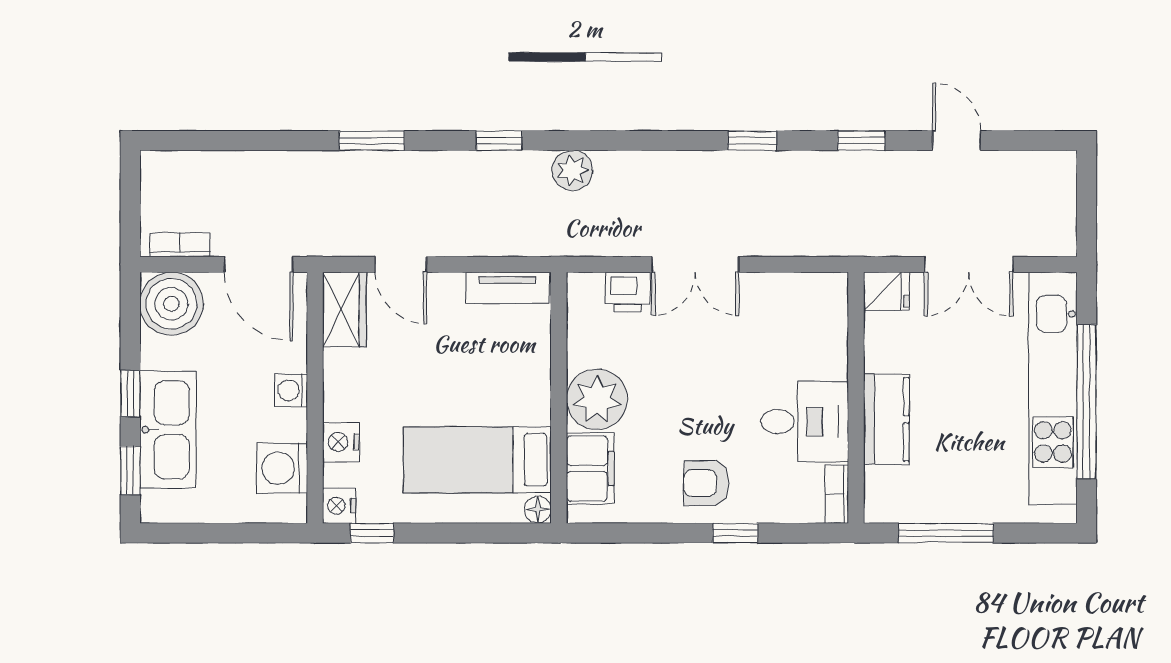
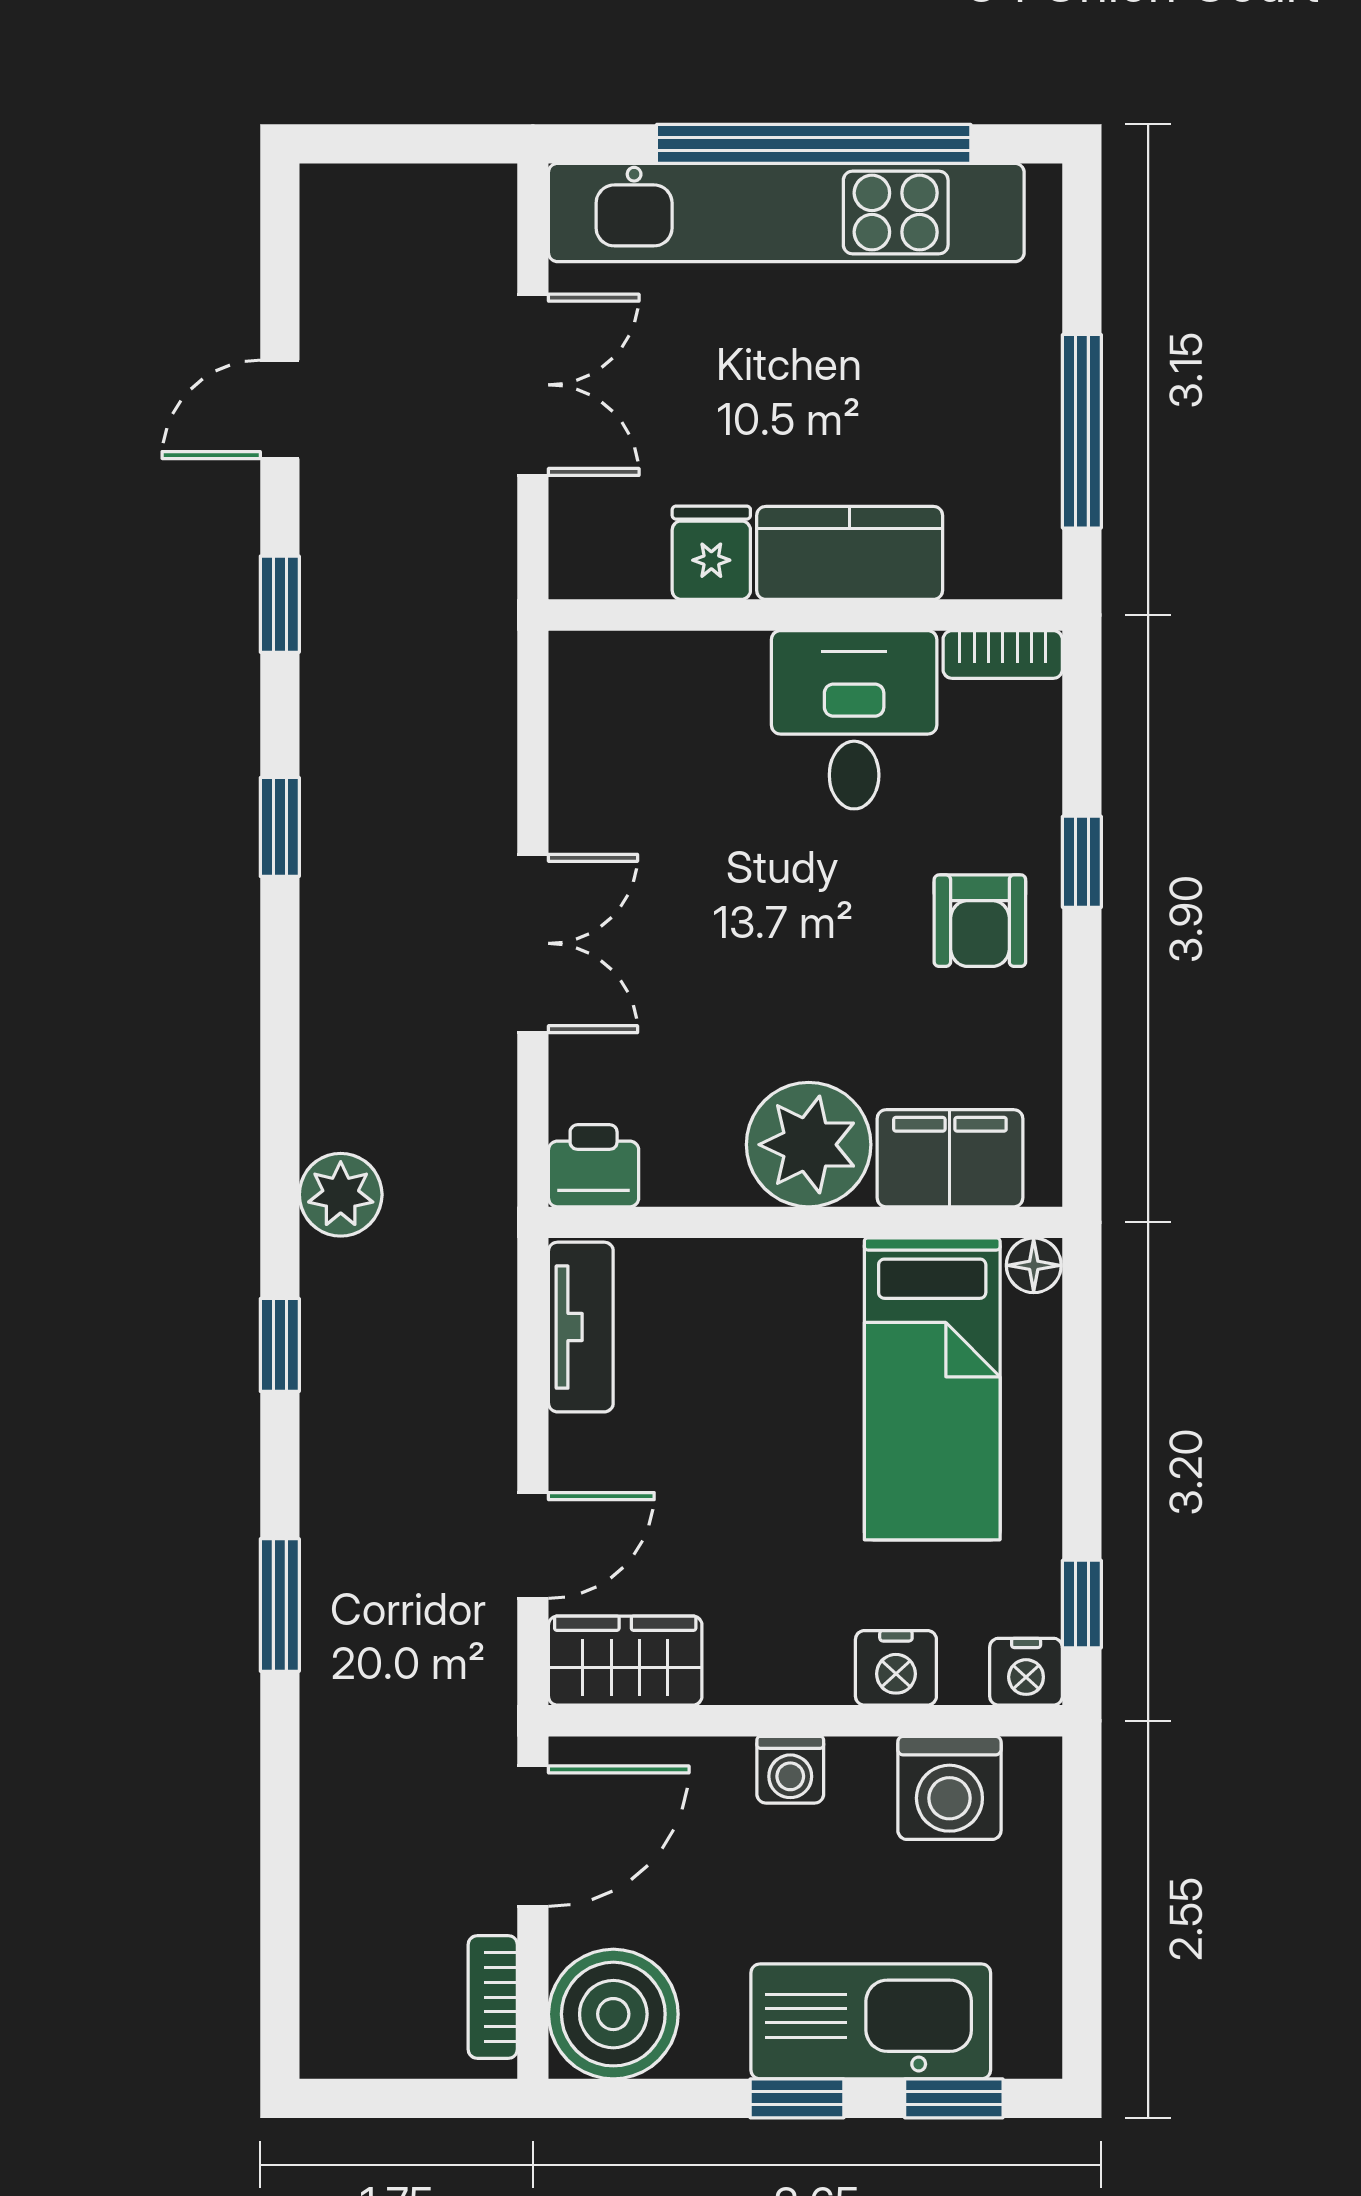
fridge: (886, 291) -> (711, 553), moved
printer: (628, 292) -> (594, 1166), moved, turned -90

